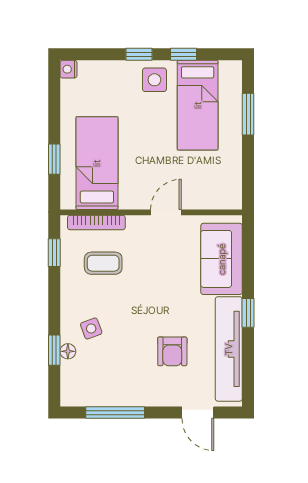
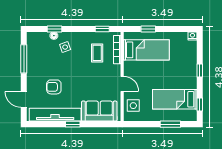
window: (184, 54) -> (200, 105), moved
side table: (154, 80) -> (133, 106), moved
door: (198, 413) -> (24, 99), hinge flipped

